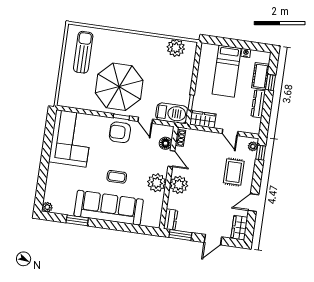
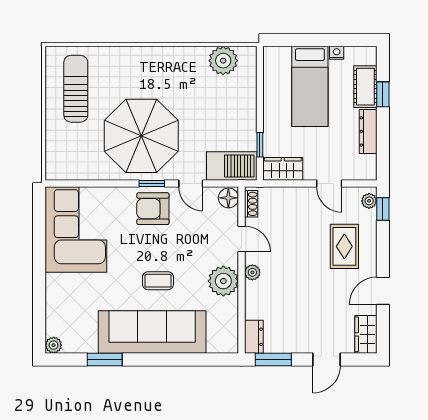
floor lamp: (166, 143) -> (228, 198), moved
plant: (179, 185) -> (252, 272), width x0.53, depth x0.53

